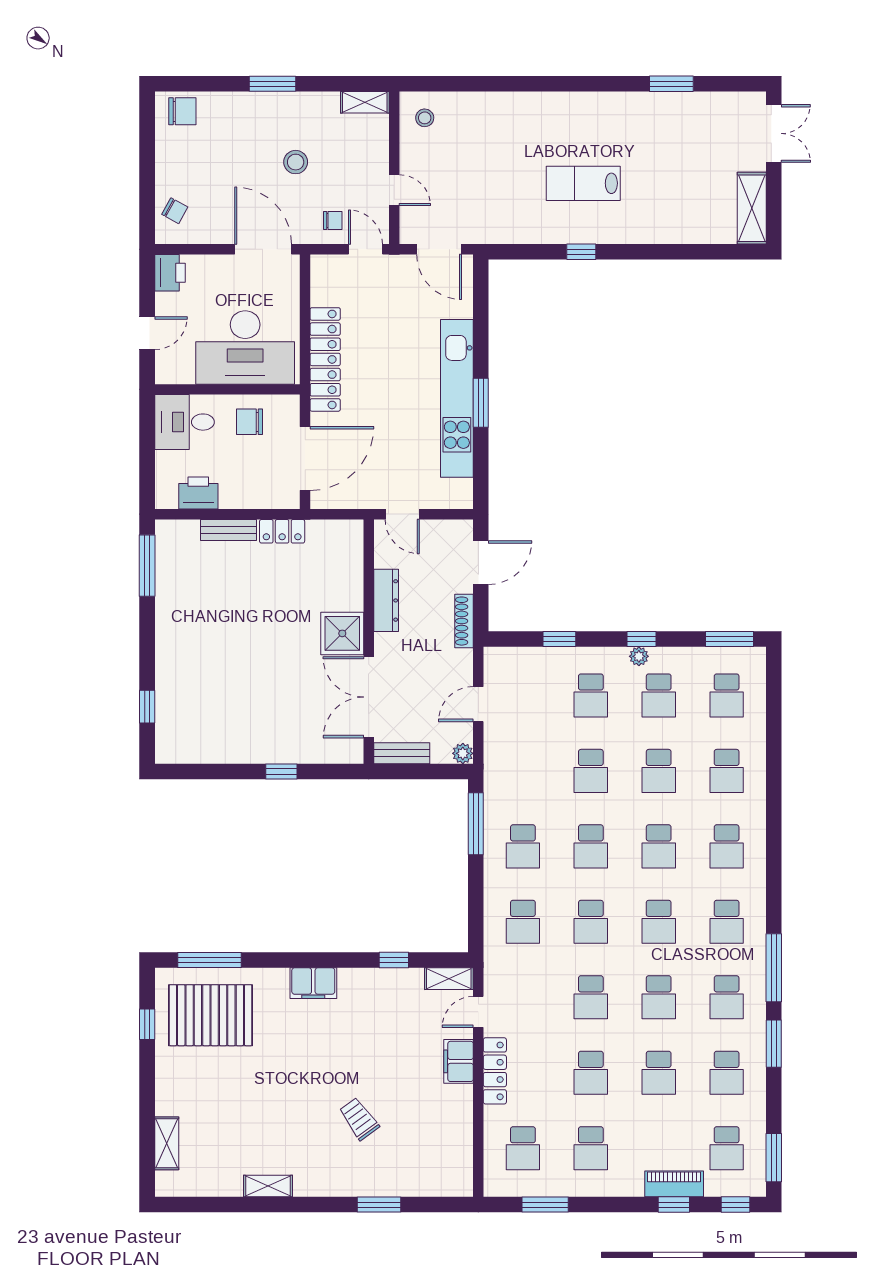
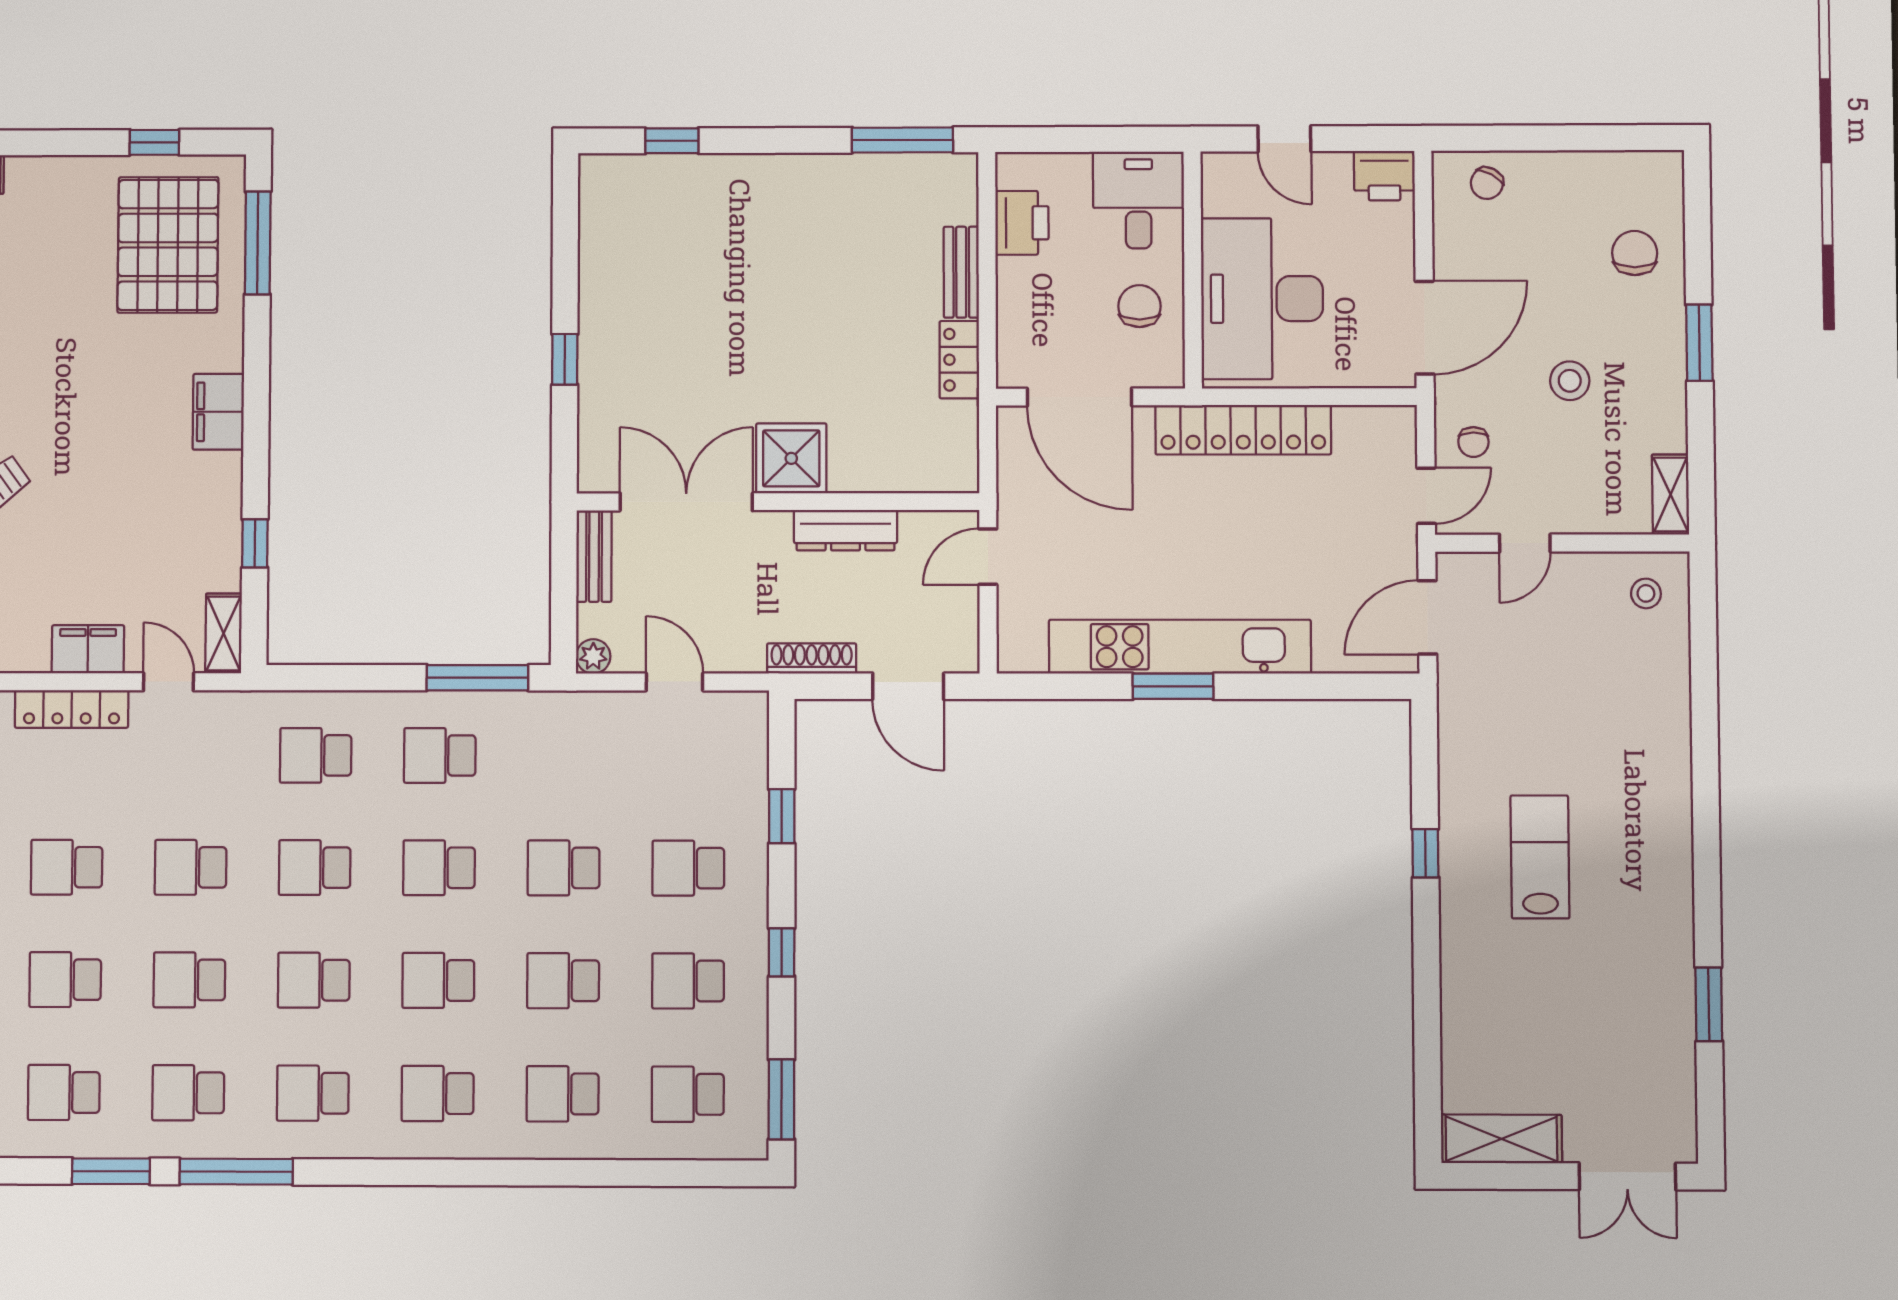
chair: (182, 111) -> (1635, 253), moved, turned 180
plant: (639, 656) -> (753, 948), removed

